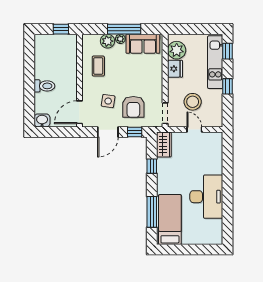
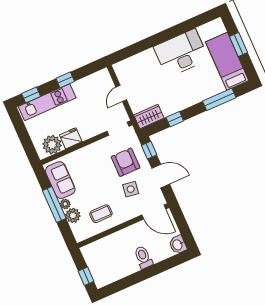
window: (61, 29) -> (86, 276), moved
stool: (193, 102) -> (95, 107), removed
armchair: (133, 107) -> (126, 162), turned -90
bed: (170, 220) -> (227, 61), moved, turned 90
window: (192, 249) -> (238, 44), added

